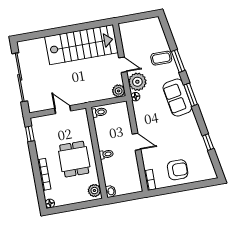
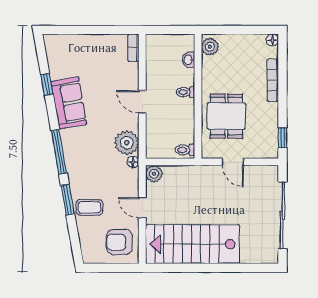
plant: (137, 82) -> (127, 143), moved
window: (191, 95) -> (59, 152), width x1.44
sofa: (177, 98) -> (69, 103), moved
dining table: (74, 159) -> (226, 116), moved
armchair: (178, 170) -> (119, 242), moved
washbasin: (111, 191) -> (188, 60), moved

